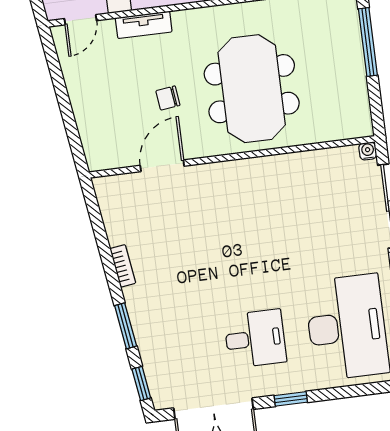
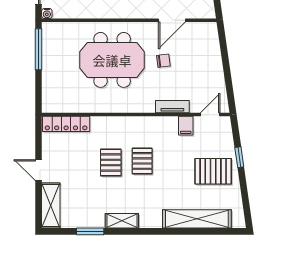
window: (368, 42) -> (38, 49), moved
meeting table: (252, 89) -> (112, 60), turned 90

